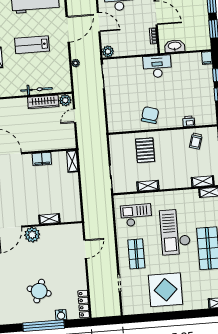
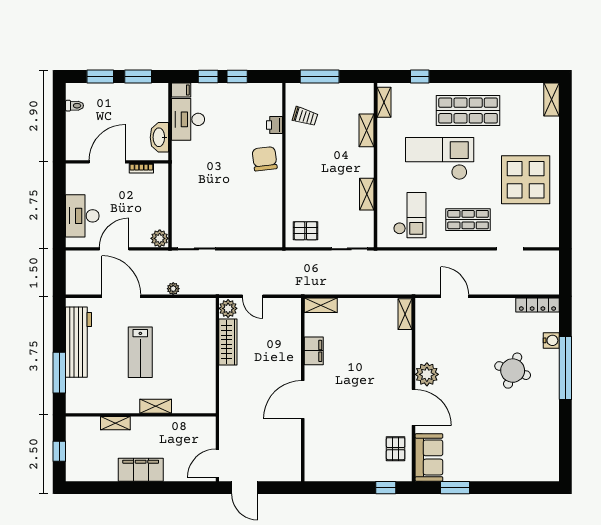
desk: (157, 66) -> (188, 119), moved
bicycle: (36, 89) -> (208, 351), removed
chair: (150, 115) -> (265, 159), moved, turned 67
pallet: (145, 150) -> (306, 231), moved, width x0.67, depth x0.71
shelving: (203, 181) -> (367, 130), moved
checkout: (136, 215) -> (410, 215), turned 180
shelving: (49, 219) -> (405, 314), moved
checkout: (175, 232) -> (440, 159), turned 180

